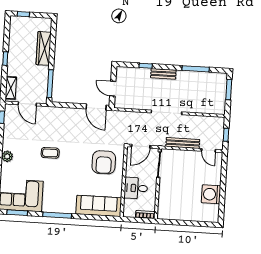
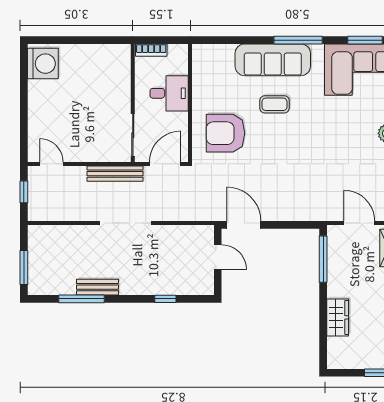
wardrobe: (44, 48) -> (338, 317), width x0.67
bench: (163, 74) -> (97, 287), moved
bench: (183, 143) -> (115, 174), moved
coffee table: (50, 153) -> (274, 104), moved
armchair: (104, 162) -> (225, 133), turned -90
washing machine: (211, 194) -> (43, 64), moved
sofa: (99, 206) -> (273, 60), moved

